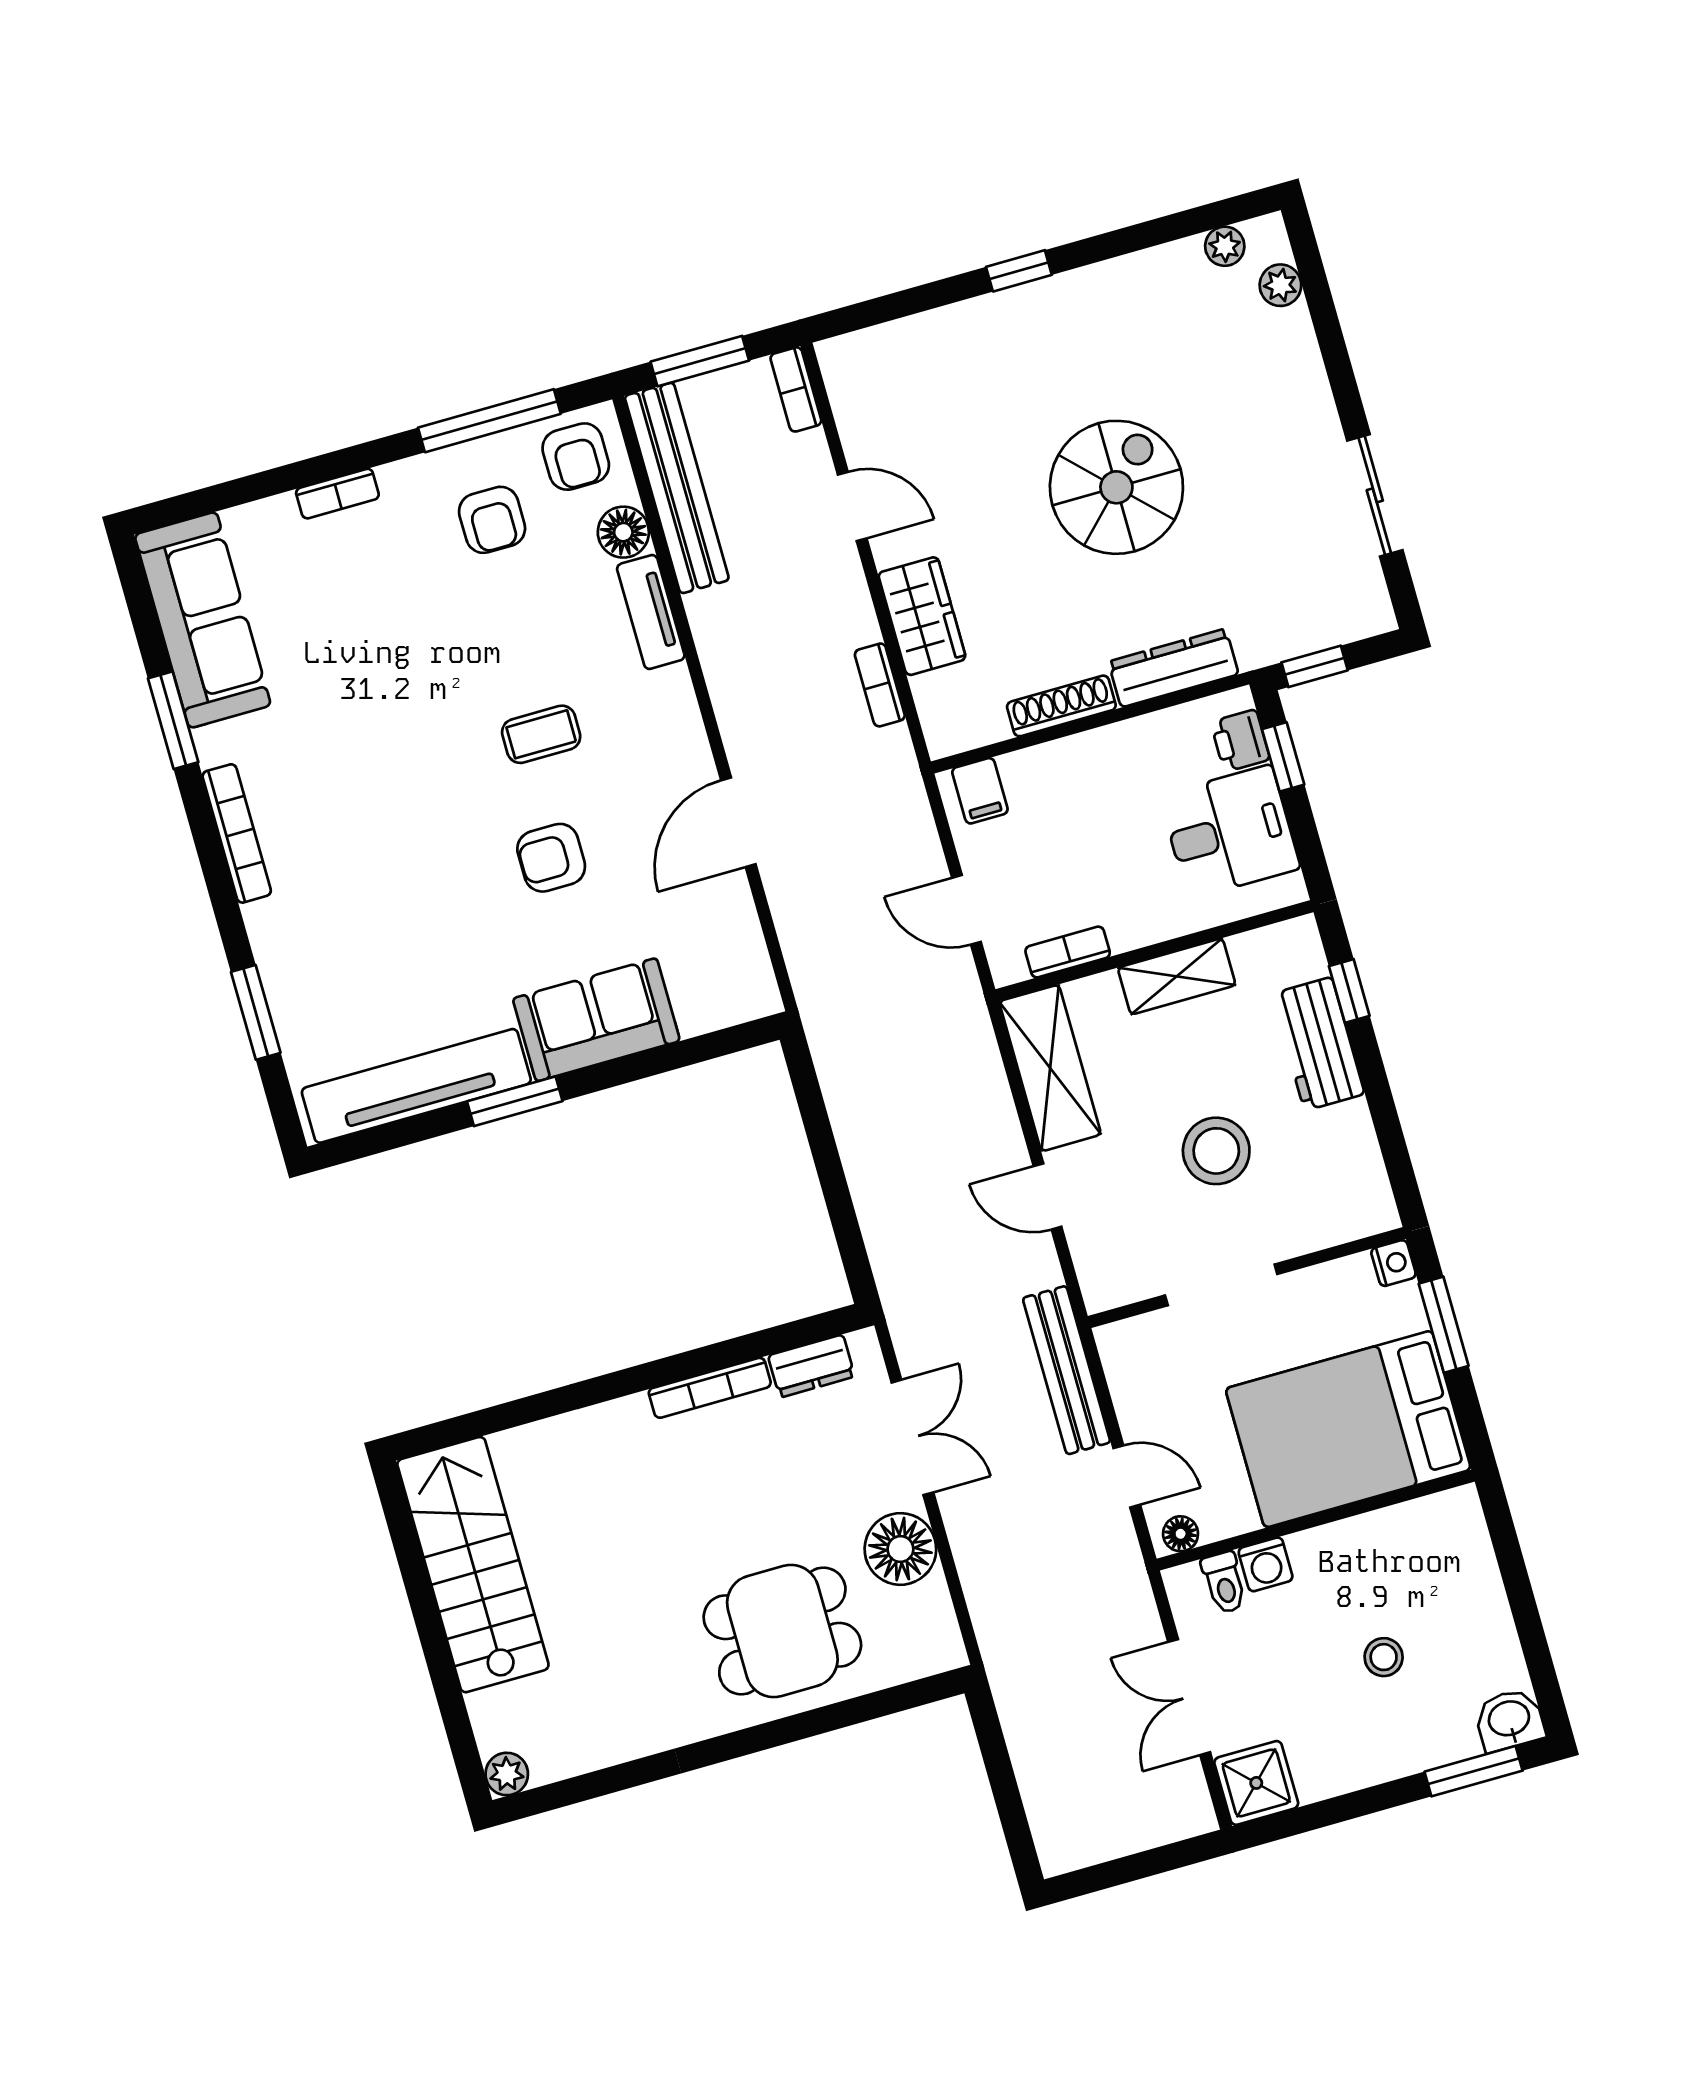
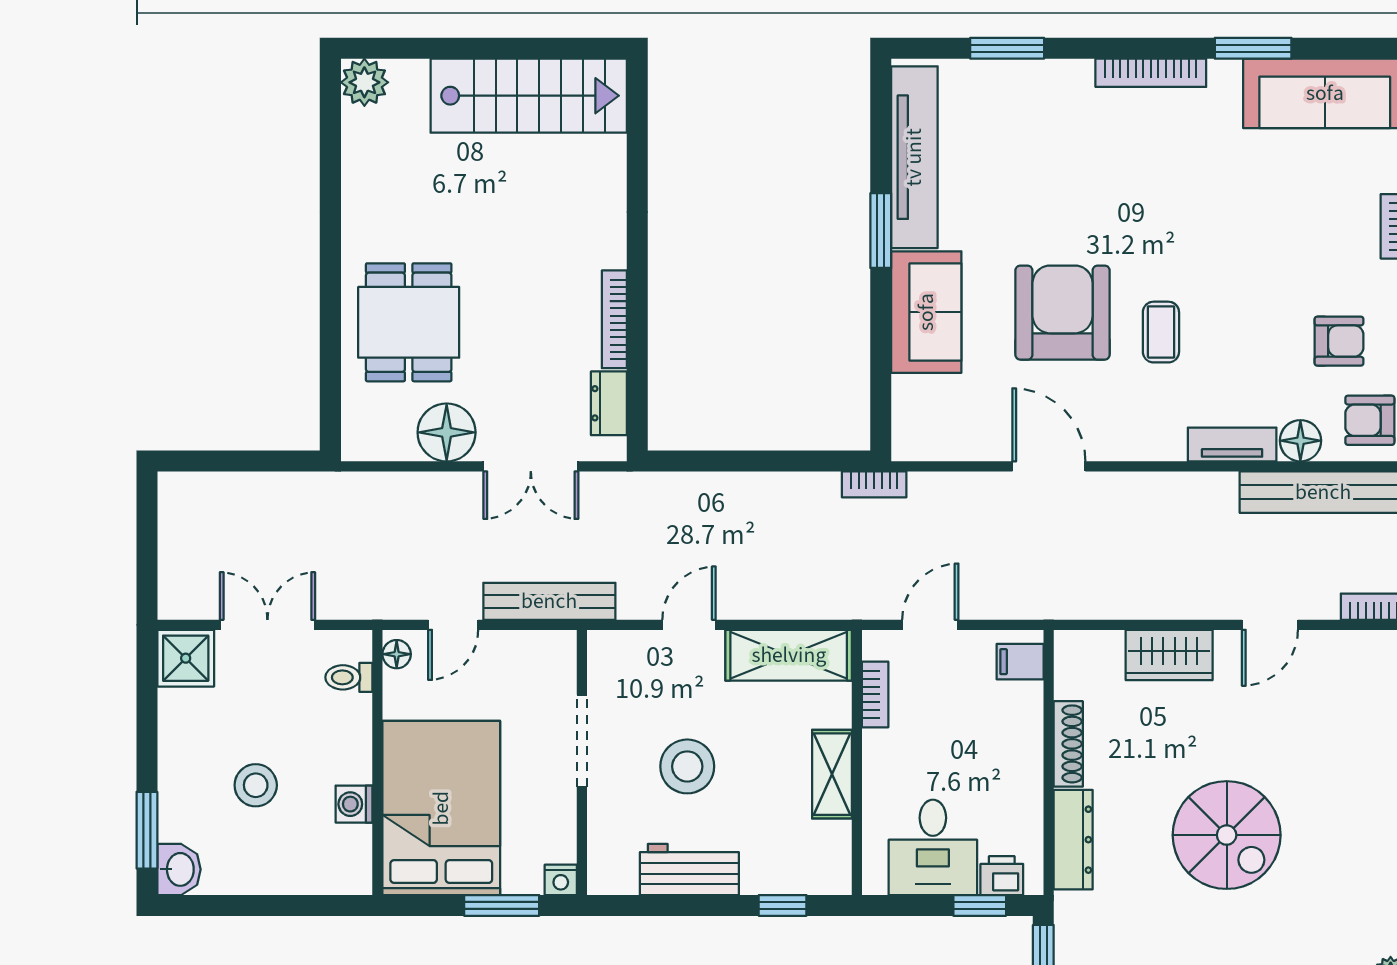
armchair: (492, 520) -> (1339, 341), turned 180
bookcase: (880, 685) -> (874, 484), moved, turned 180
armchair: (551, 858) -> (1063, 313), width x1.88, depth x1.88
workbench: (1318, 1044) -> (689, 869), moved
washing machine: (1266, 1564) -> (354, 804), moved
stool: (1384, 1657) -> (256, 785), width x1.37, depth x1.37
plant: (507, 1774) -> (364, 82), width x1.38, depth x1.38

